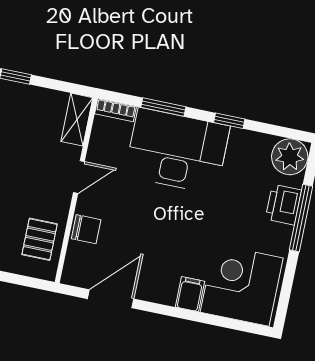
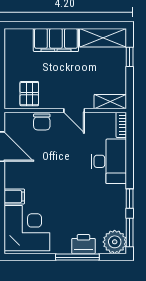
window: (163, 107) -> (130, 233), moved
desk: (177, 151) -> (109, 161), width x0.73, depth x0.77
pallet: (40, 239) -> (29, 94), turned 90

